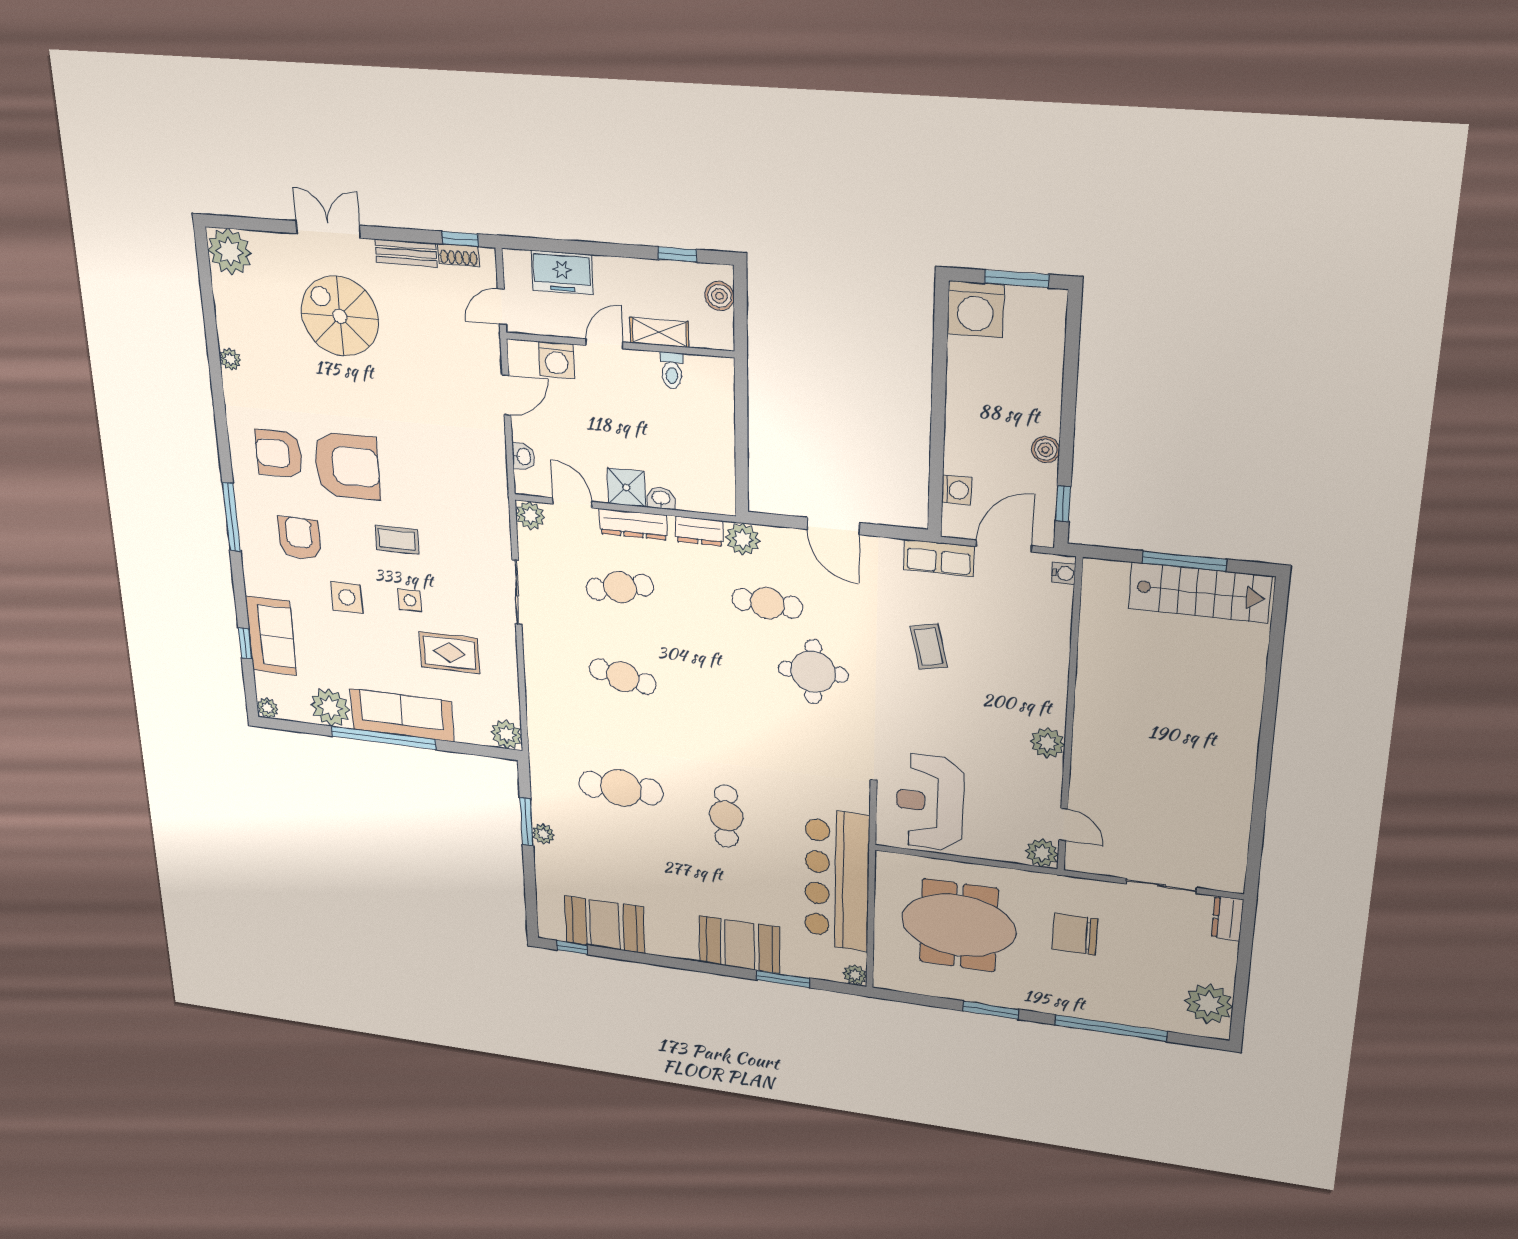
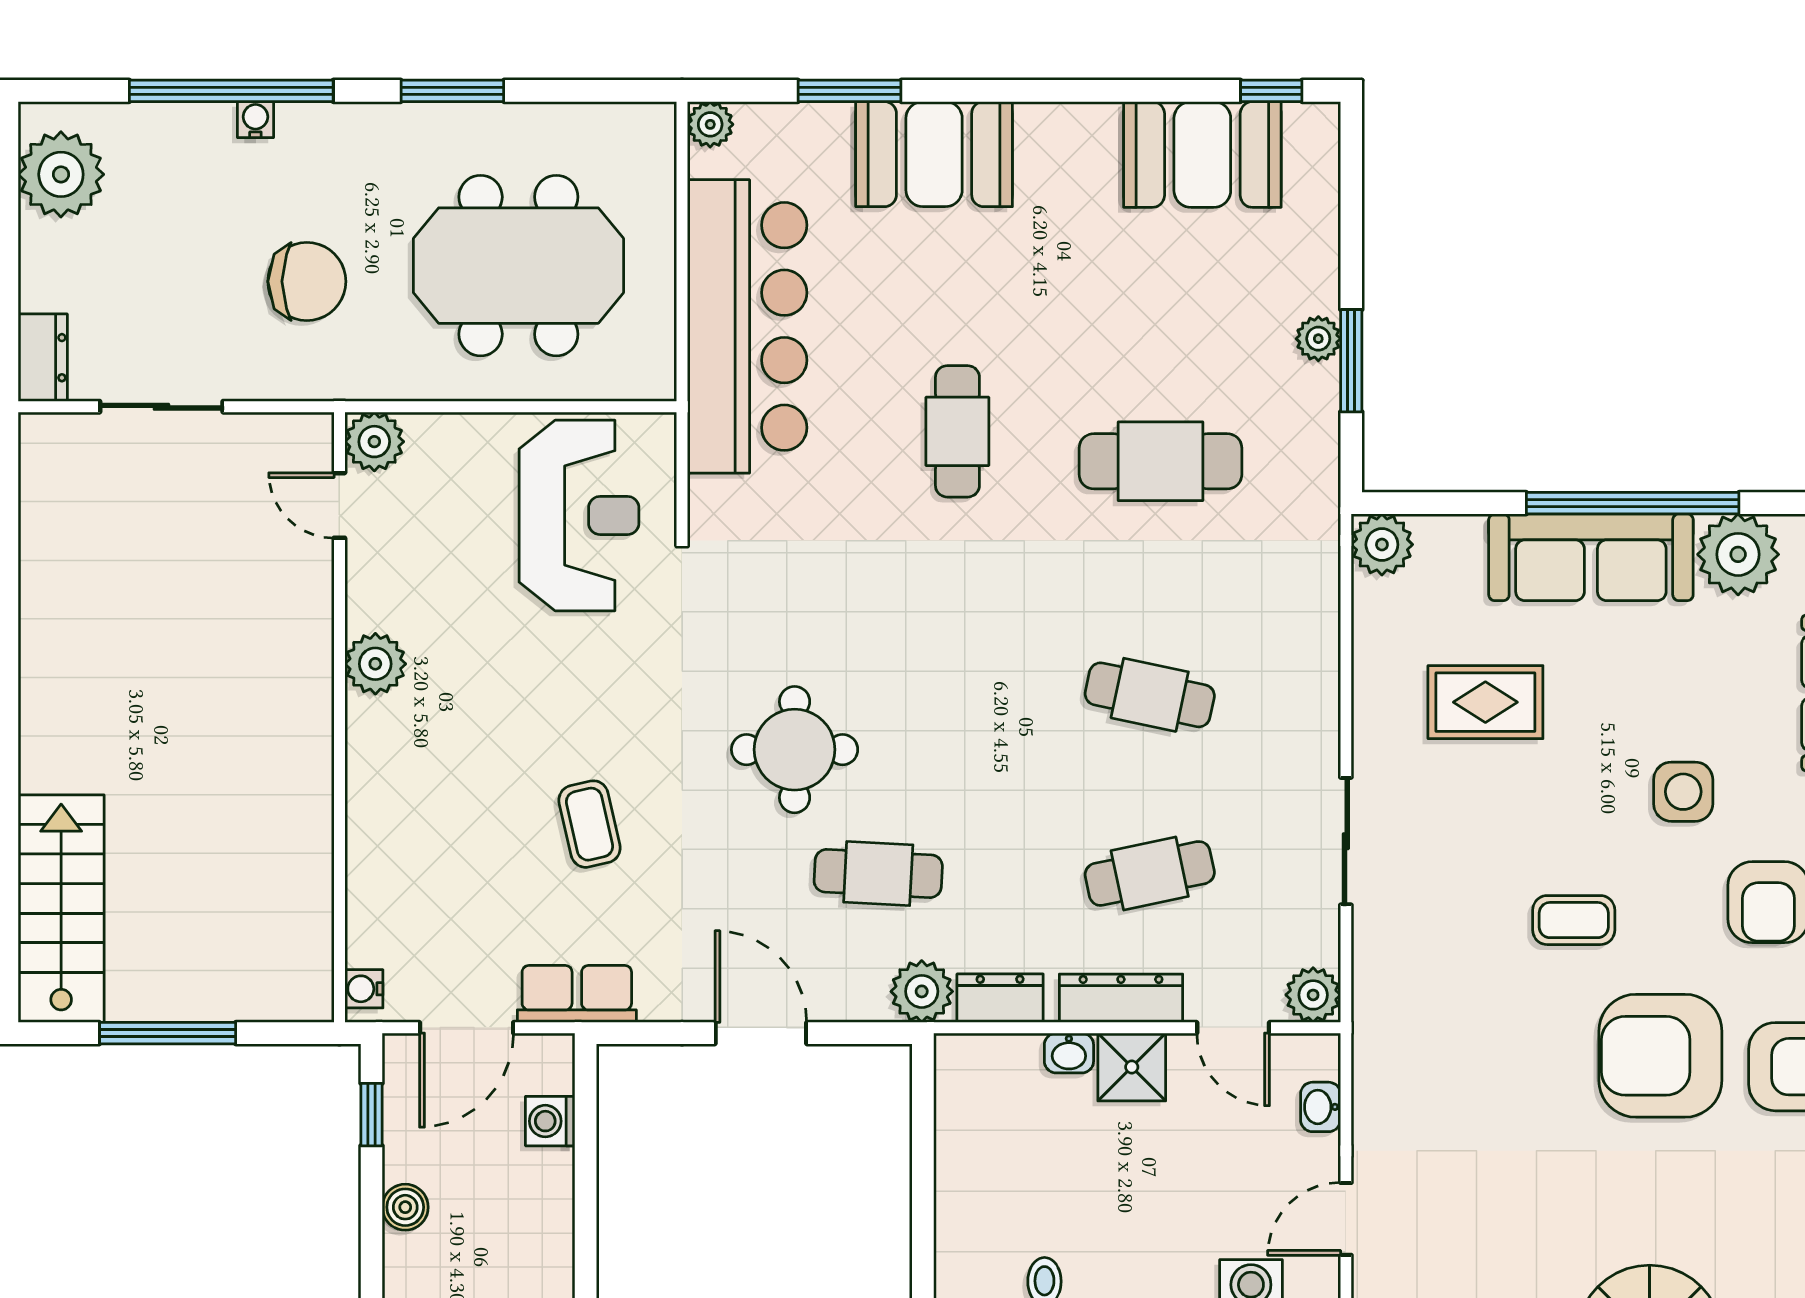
stairs: (1199, 592) -> (61, 909), moved, turned 90
side table: (410, 600) -> (1557, 800), removed
water cooler: (1098, 1013) -> (255, 120), added

